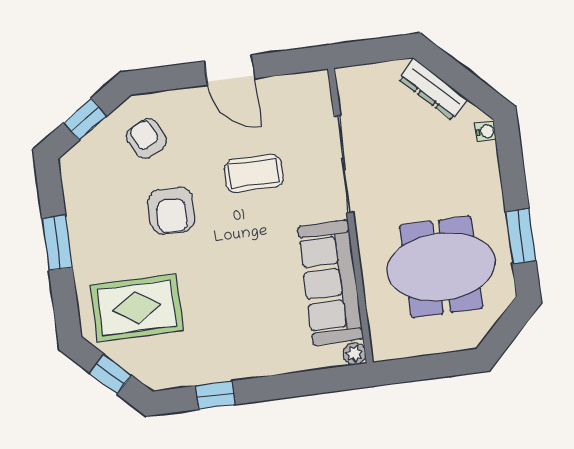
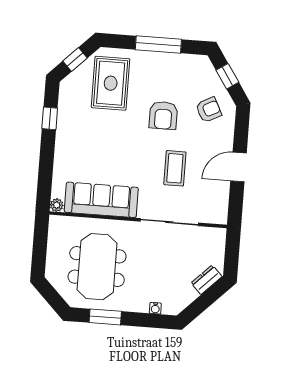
dresser: (433, 89) -> (207, 280), width x0.70
water cooler: (486, 131) -> (155, 308), moved
armchair: (171, 210) -> (163, 115), turned -90
window: (57, 243) -> (158, 44), width x1.44

